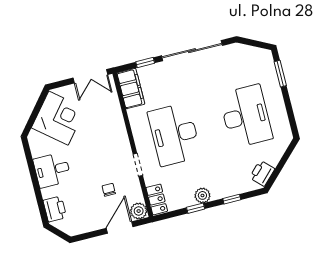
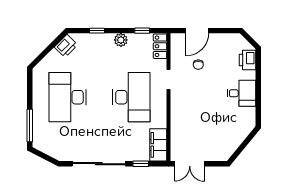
window: (280, 74) -> (30, 126), width x1.44
double door: (90, 76) -> (190, 164), swing flipped
corner desk: (58, 118) -> (225, 135), removed
window: (196, 208) -> (142, 31), moved
plant: (139, 211) -> (178, 40), removed

